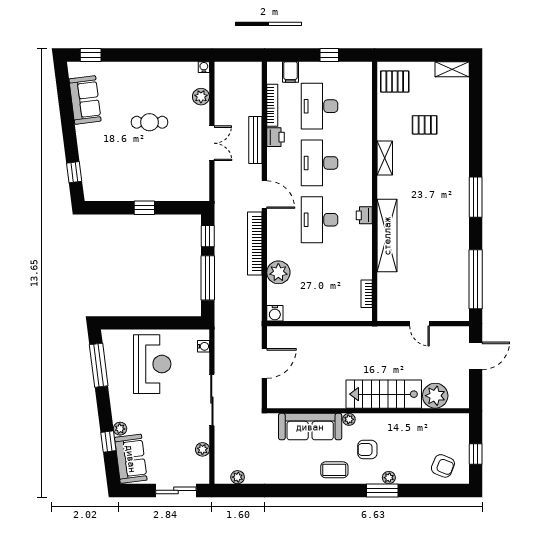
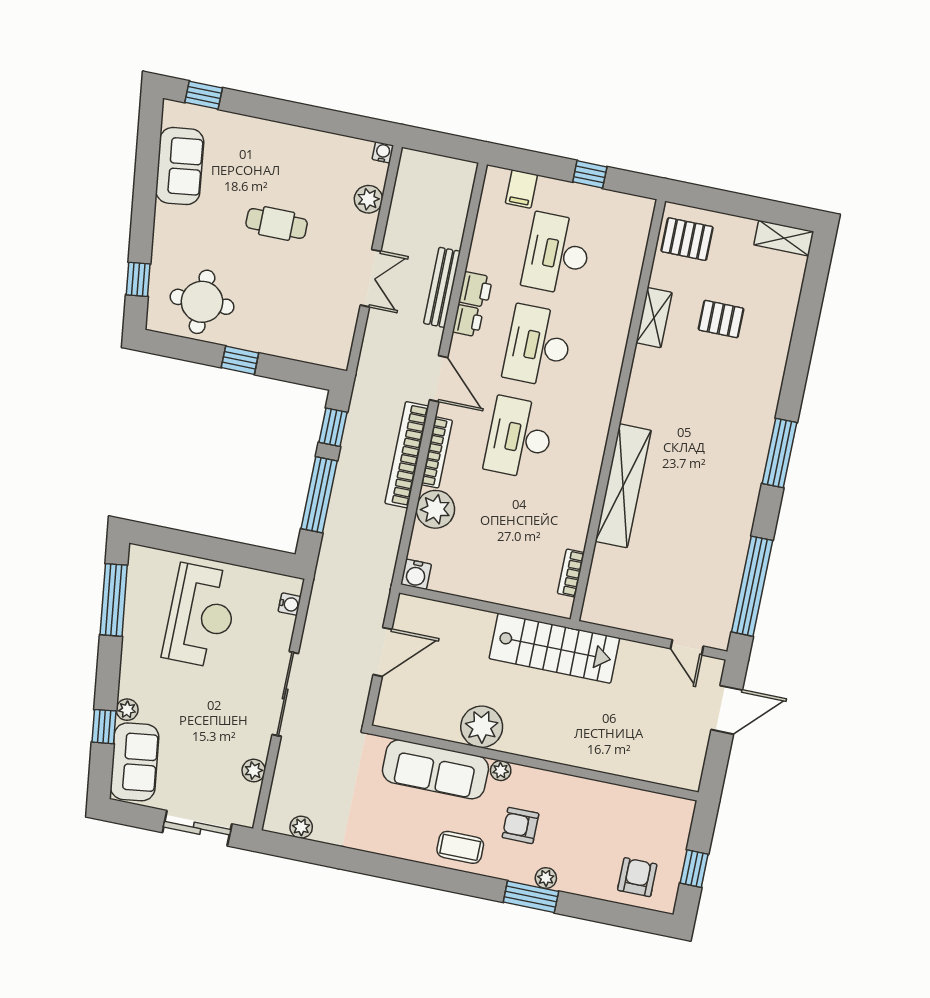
bookcase: (272, 105) -> (437, 452), moved
shelving: (385, 158) -> (654, 318), moved
round table: (115, 178) -> (202, 302), added
printer: (364, 215) -> (468, 321), moved, turned 180
door: (419, 324) -> (687, 647), moved
stairs: (384, 394) -> (554, 648), moved, turned 180
plant: (435, 396) -> (482, 727), moved
armchair: (443, 466) -> (637, 877), turned -112

